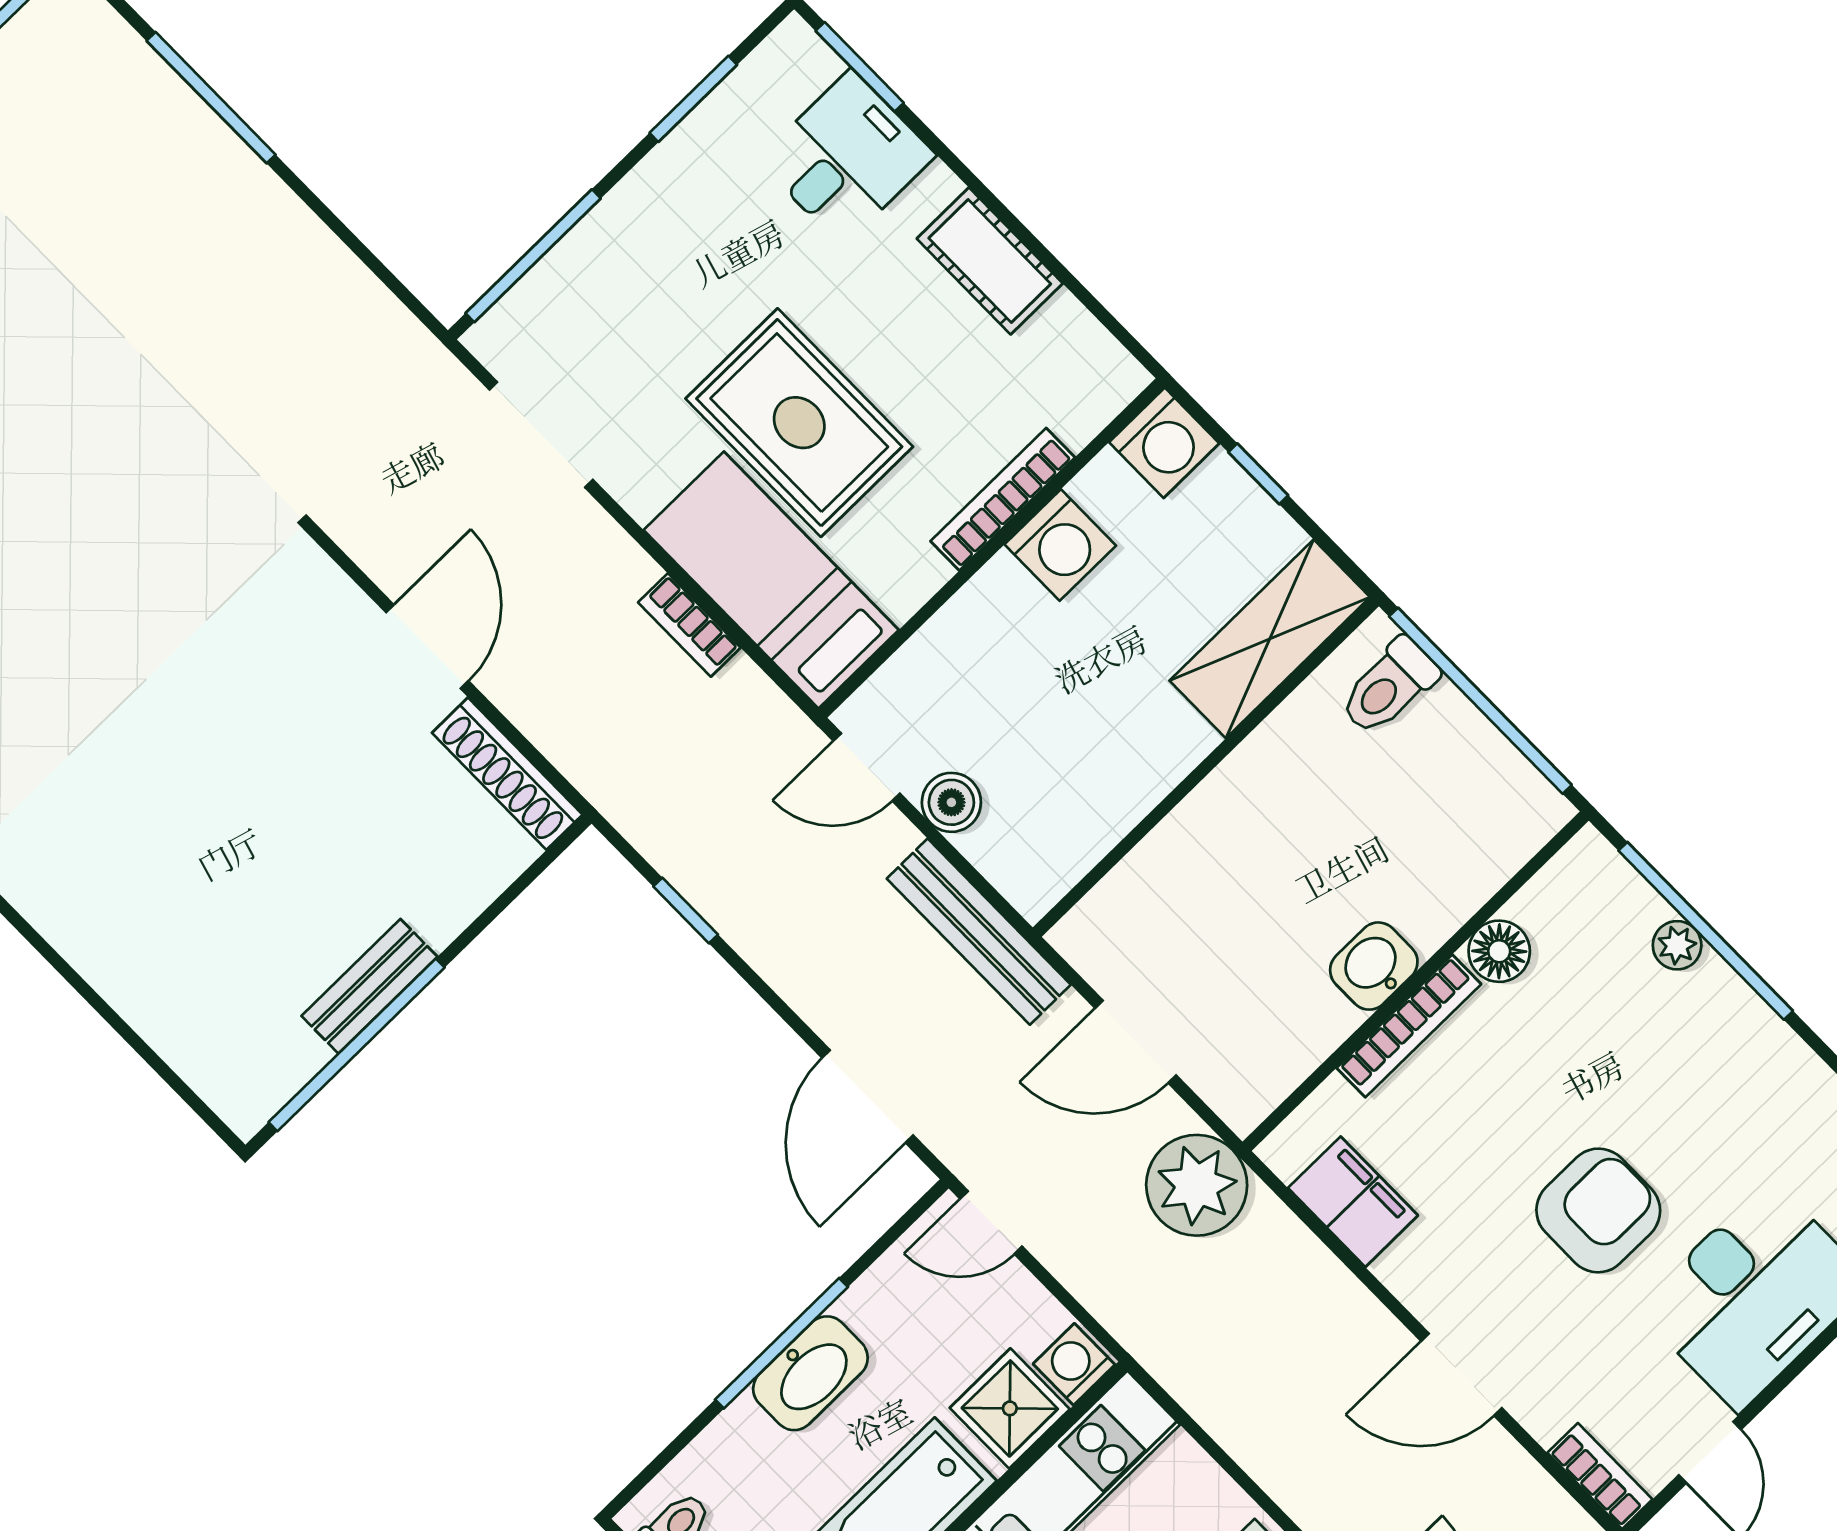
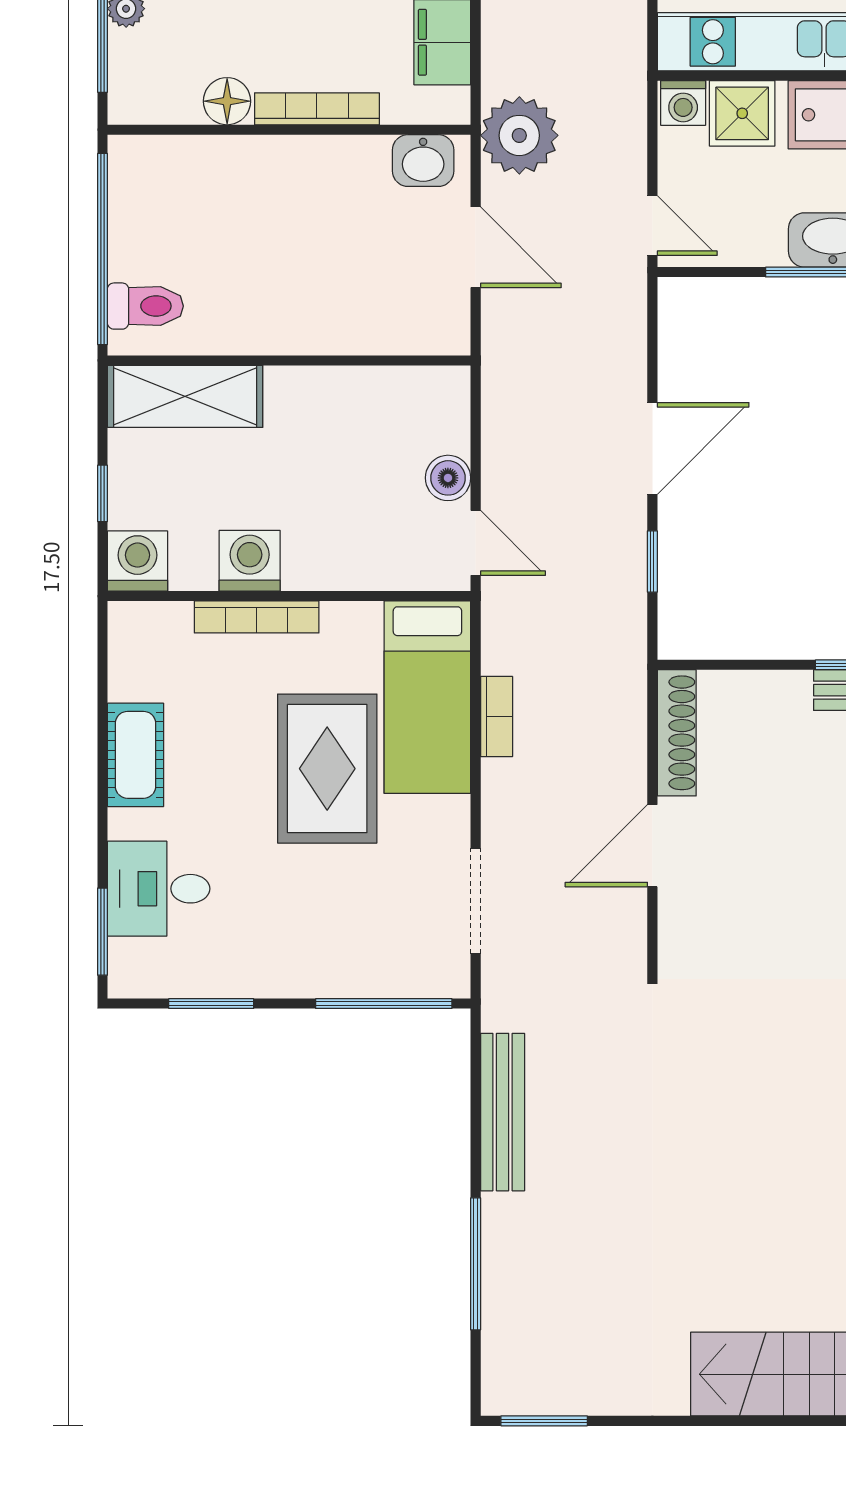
bench: (979, 932) -> (503, 1112), moved
washbasin: (1374, 966) -> (423, 161), moved
door: (868, 1096) -> (652, 448), moved

